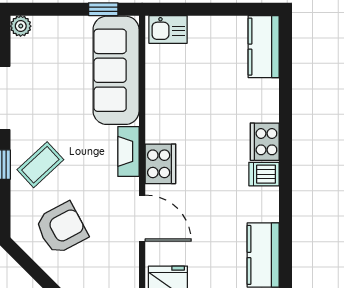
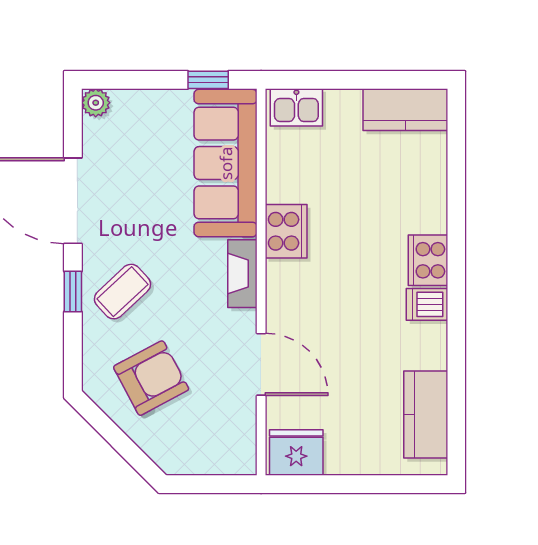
kitchen counter: (264, 47) -> (405, 110), moved, turned -90
cooker: (160, 164) -> (286, 231), moved

